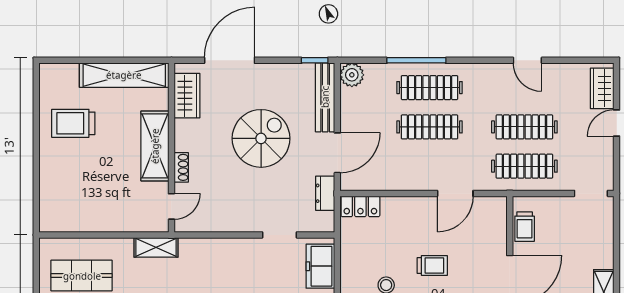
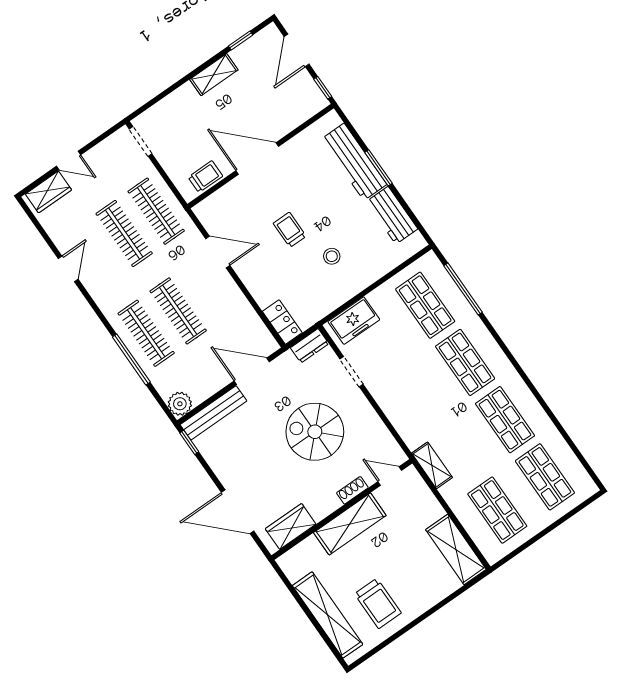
shelving: (124, 75) -> (328, 615), moved
spiral stairs: (261, 138) -> (315, 432), moved
dresser: (325, 193) -> (310, 346), moved
shelving: (73, 219) -> (456, 550), added

